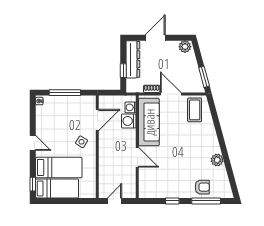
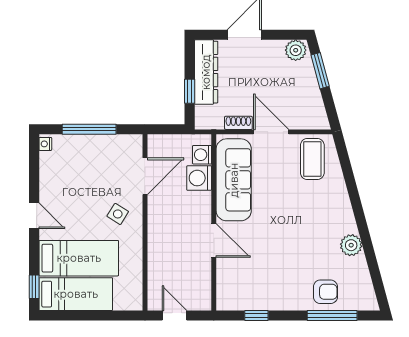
window: (204, 77) -> (320, 71), moved
door: (115, 201) -> (175, 316), hinge flipped
window: (172, 201) -> (256, 316), moved

